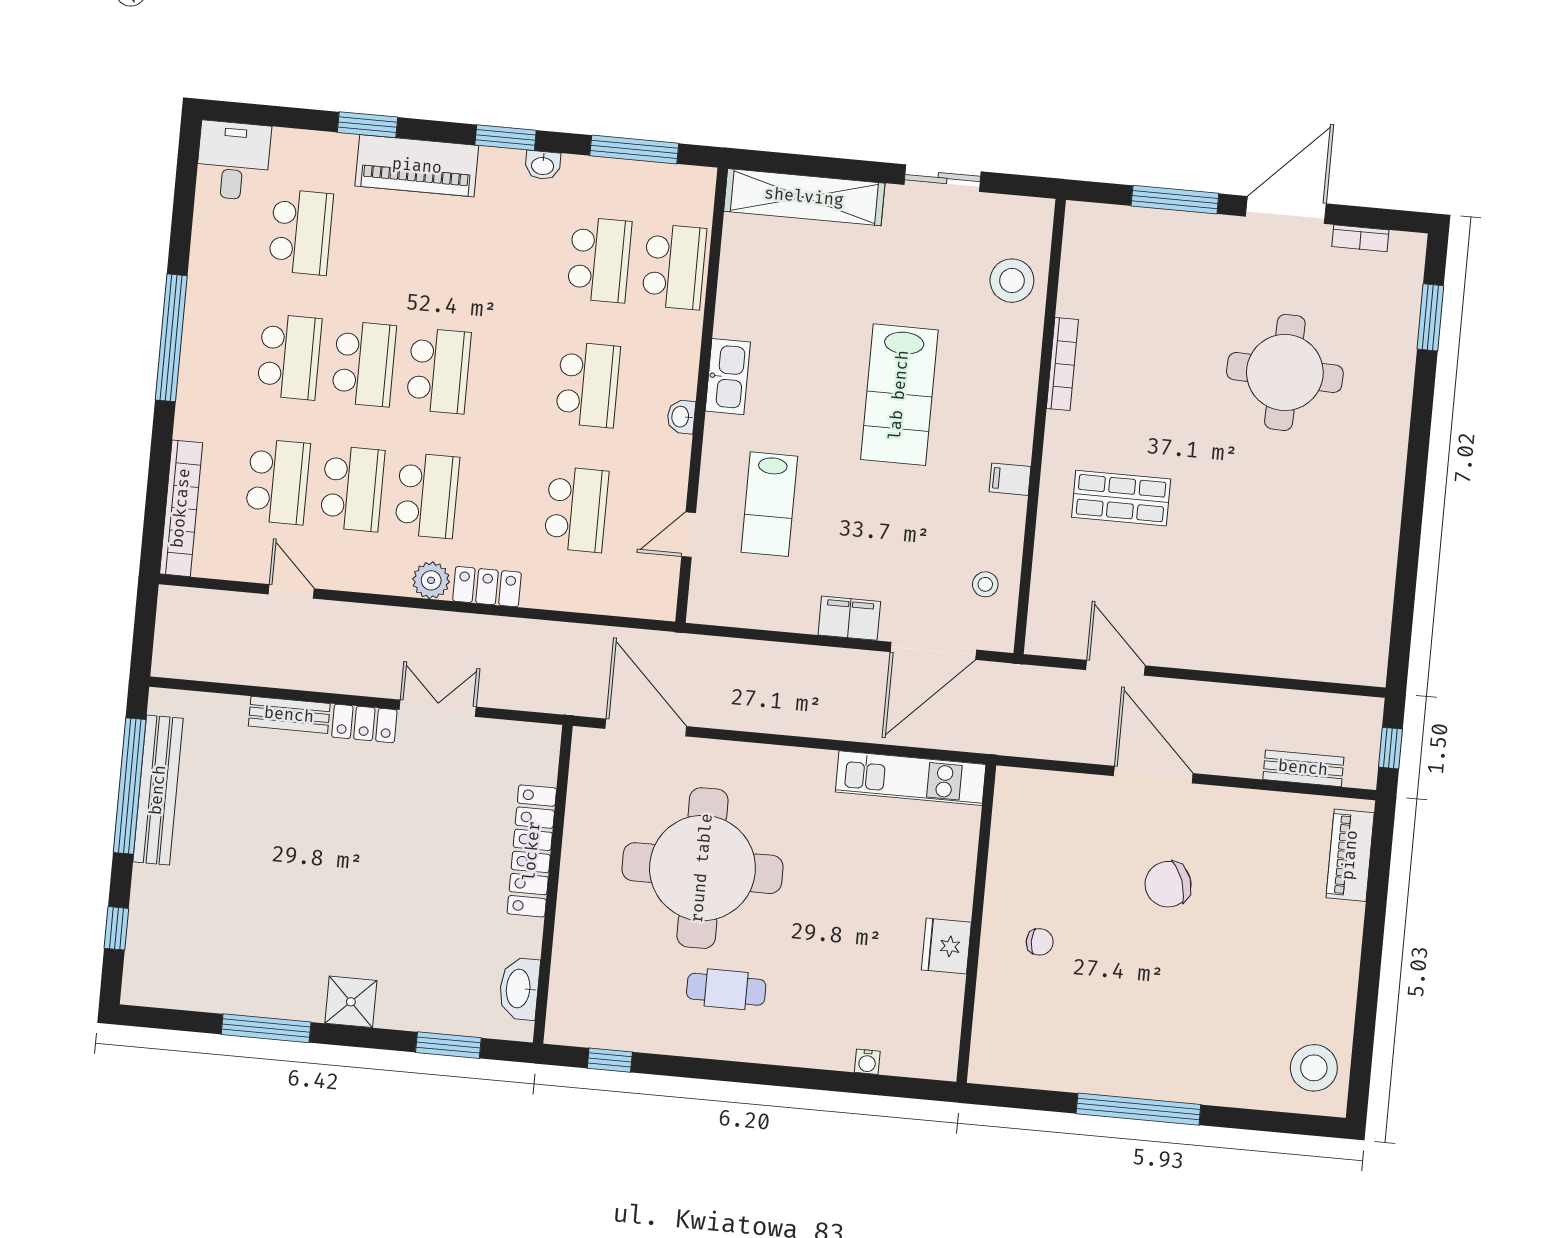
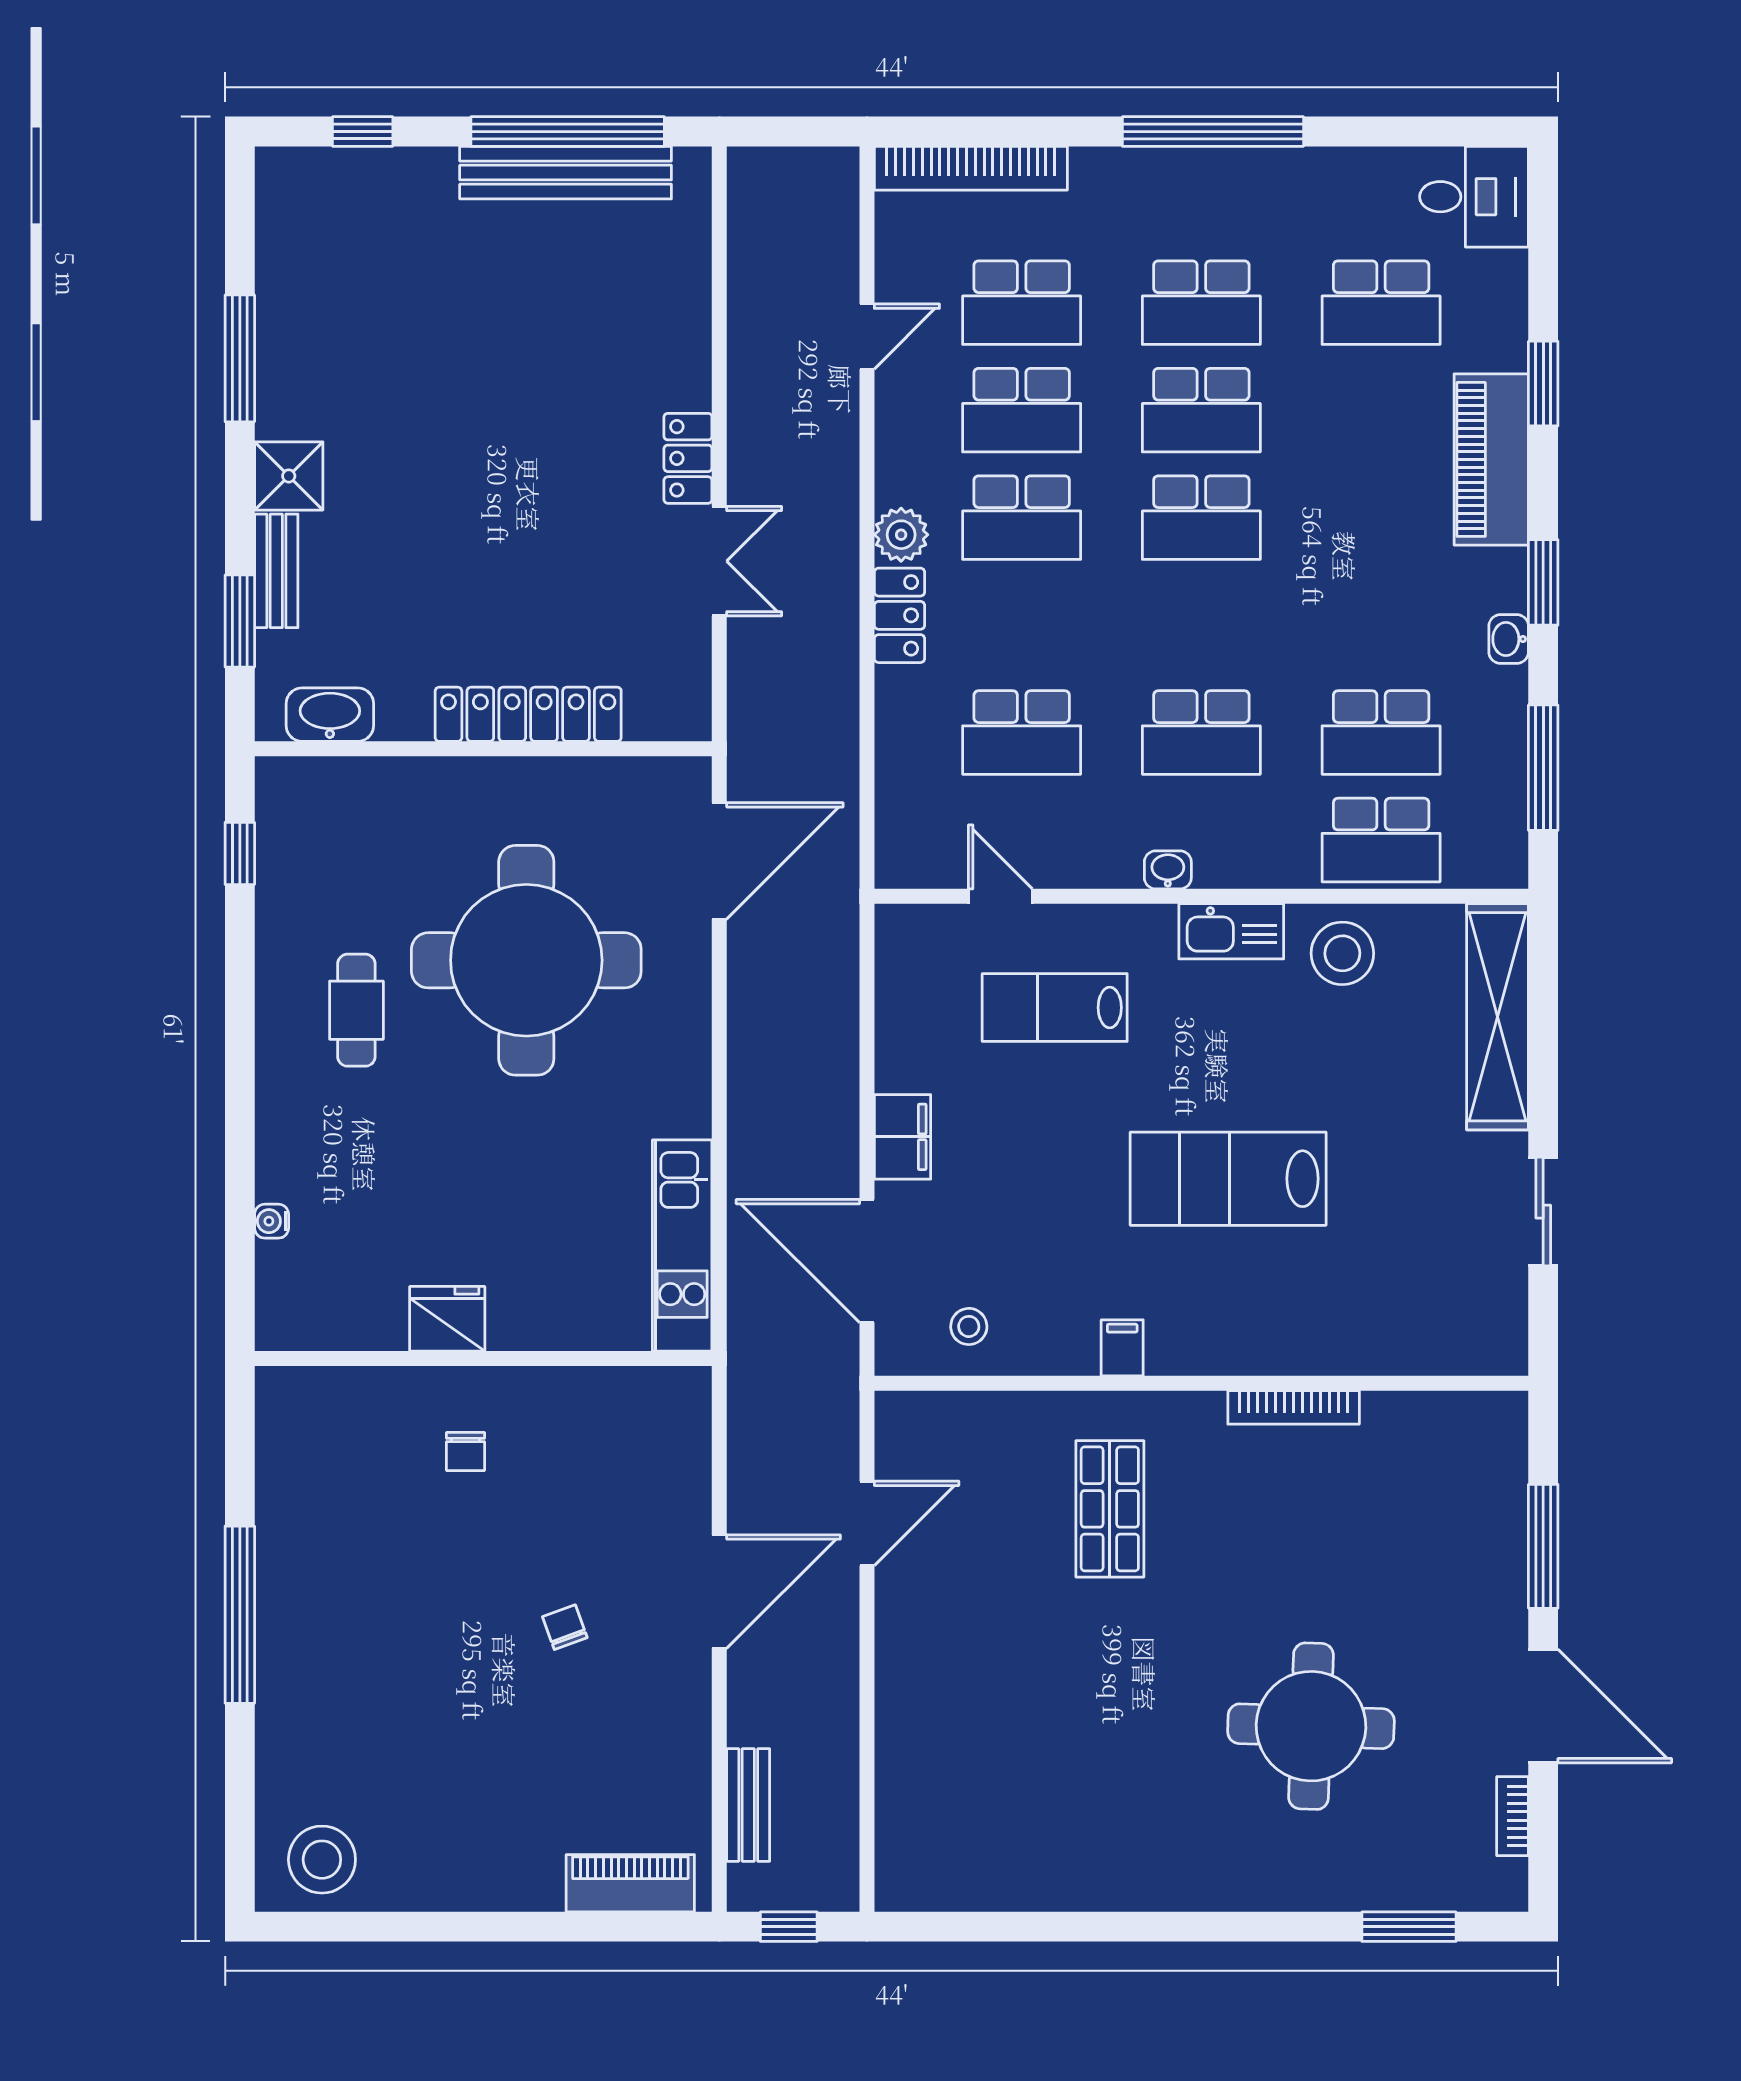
stool: (1012, 281) -> (1342, 953), moved
bench: (289, 715) -> (276, 571), moved
chair: (1168, 884) -> (565, 1627), width x0.54, depth x0.54

